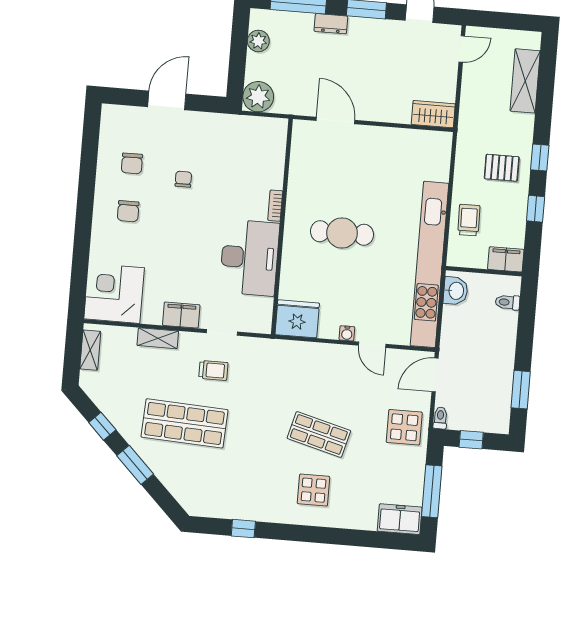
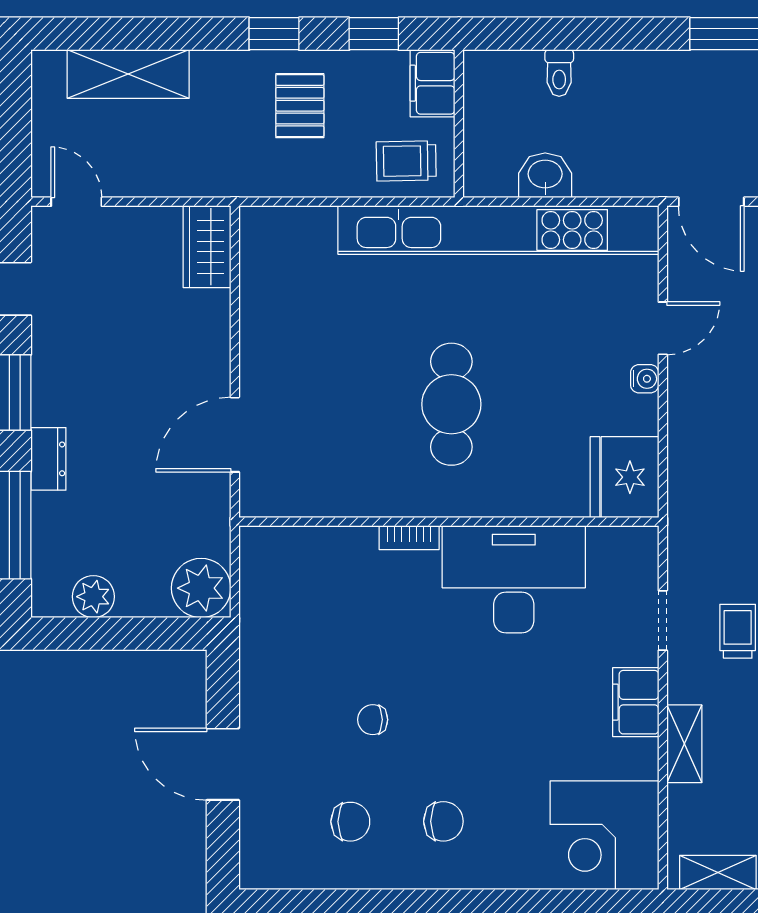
filing cabinet: (506, 259) -> (432, 83), moved
wall: (484, 271) -> (459, 124), moved

